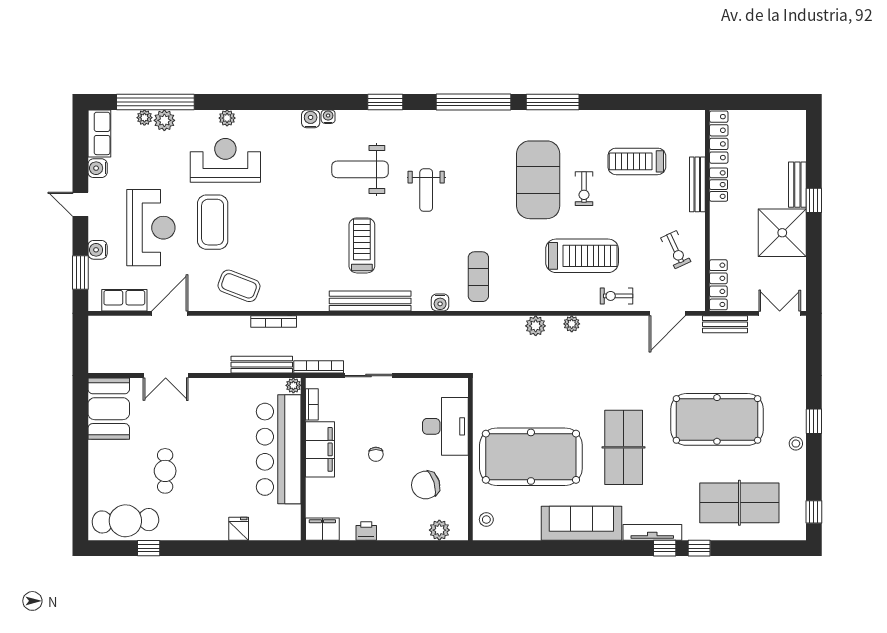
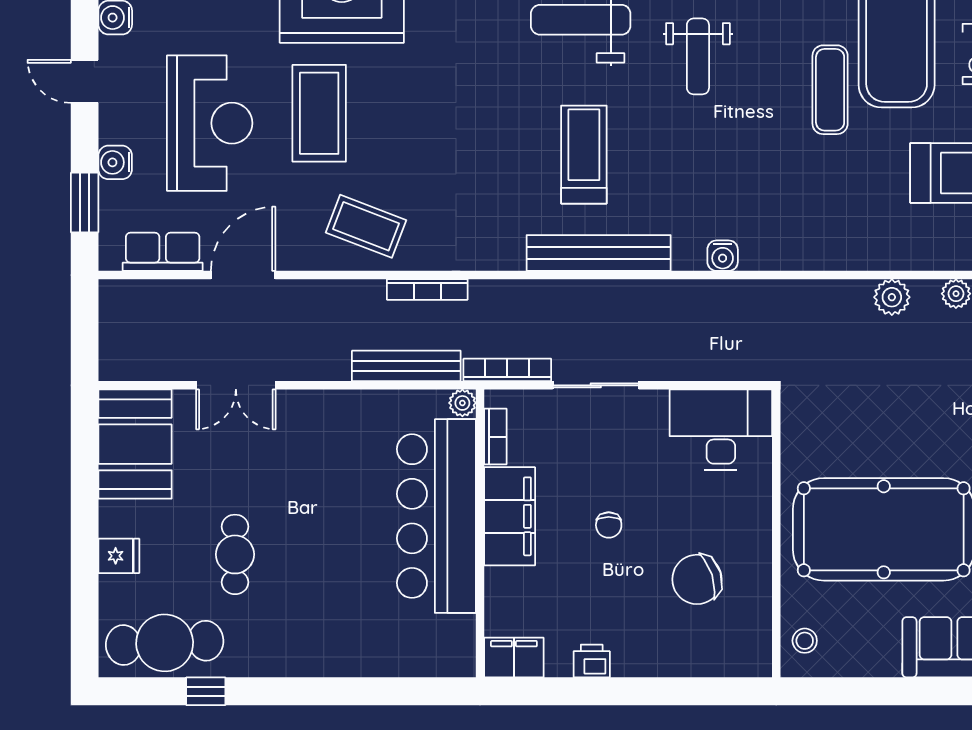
exercise mat: (478, 277) -> (830, 90), moved
desk: (445, 426) -> (721, 430), moved, turned -90
fridge: (239, 529) -> (119, 556), moved, turned 90
plant: (439, 530) -> (721, 659), removed

